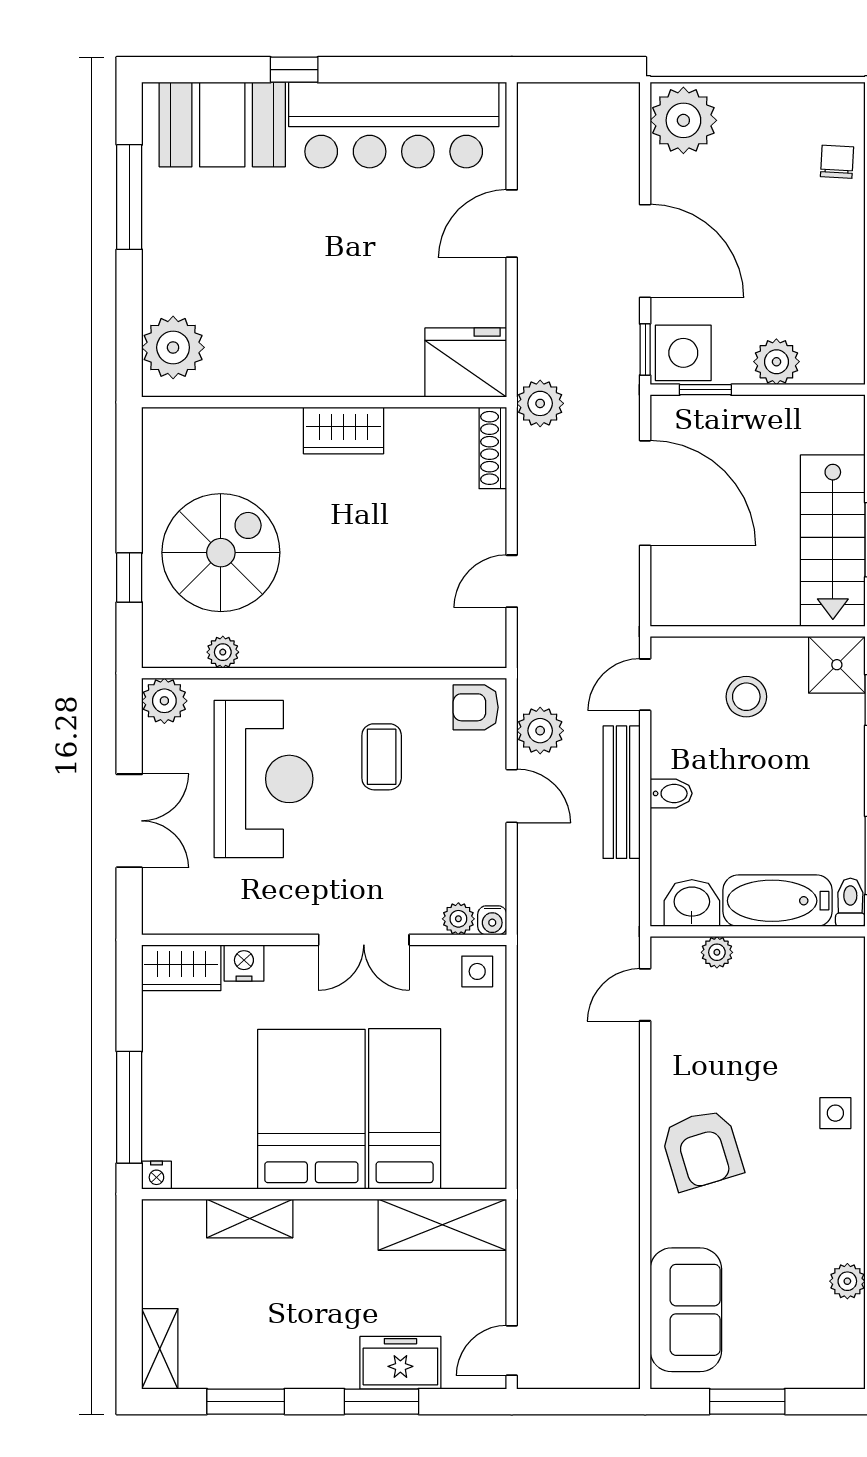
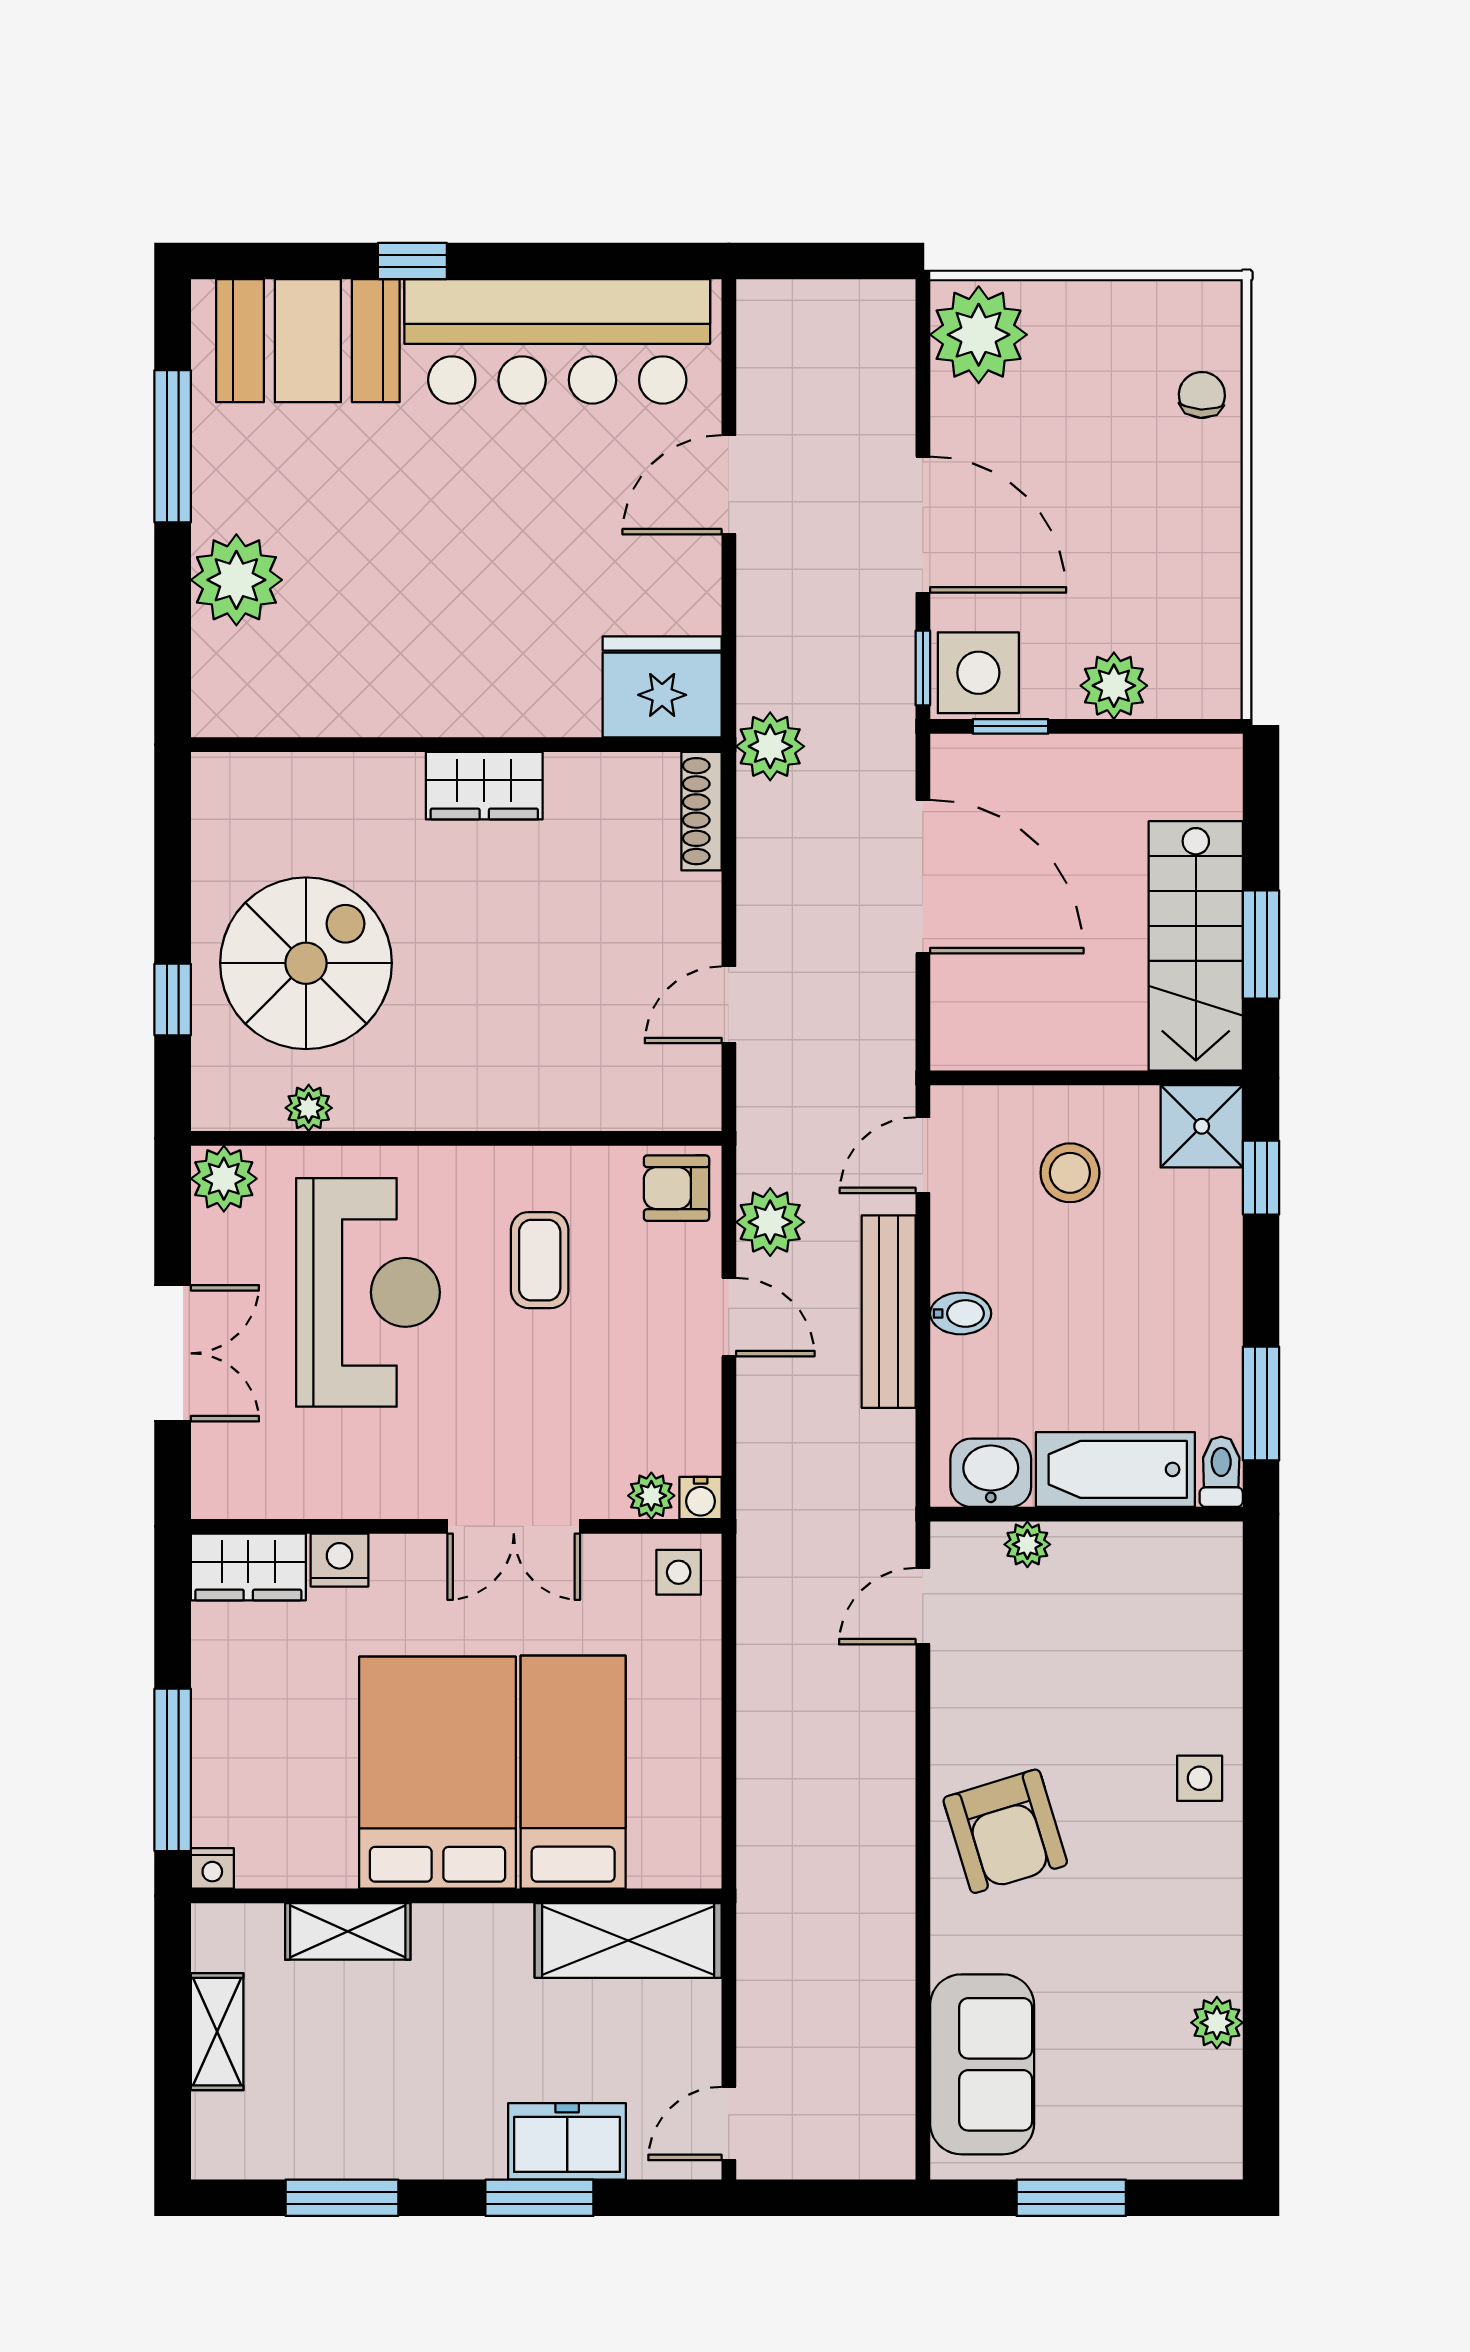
plant: (173, 347) -> (236, 580), moved
shelving: (160, 1349) -> (217, 2032), moved

